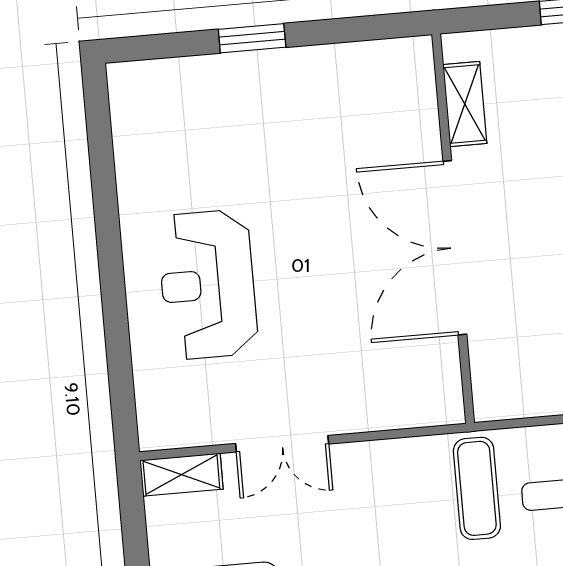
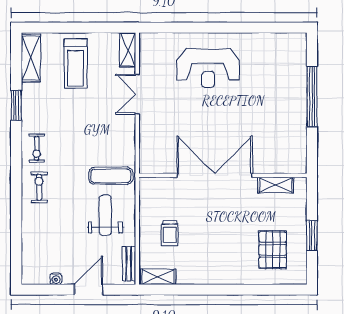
window: (252, 38) -> (312, 96), width x2.11
reception desk: (208, 285) -> (208, 68), turned 180

